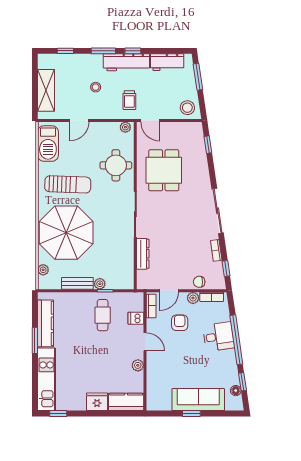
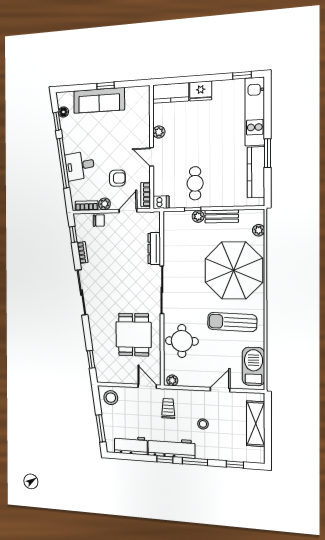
dishwasher: (136, 318) -> (161, 202), moved
armchair: (180, 323) -> (117, 178), turned -90

